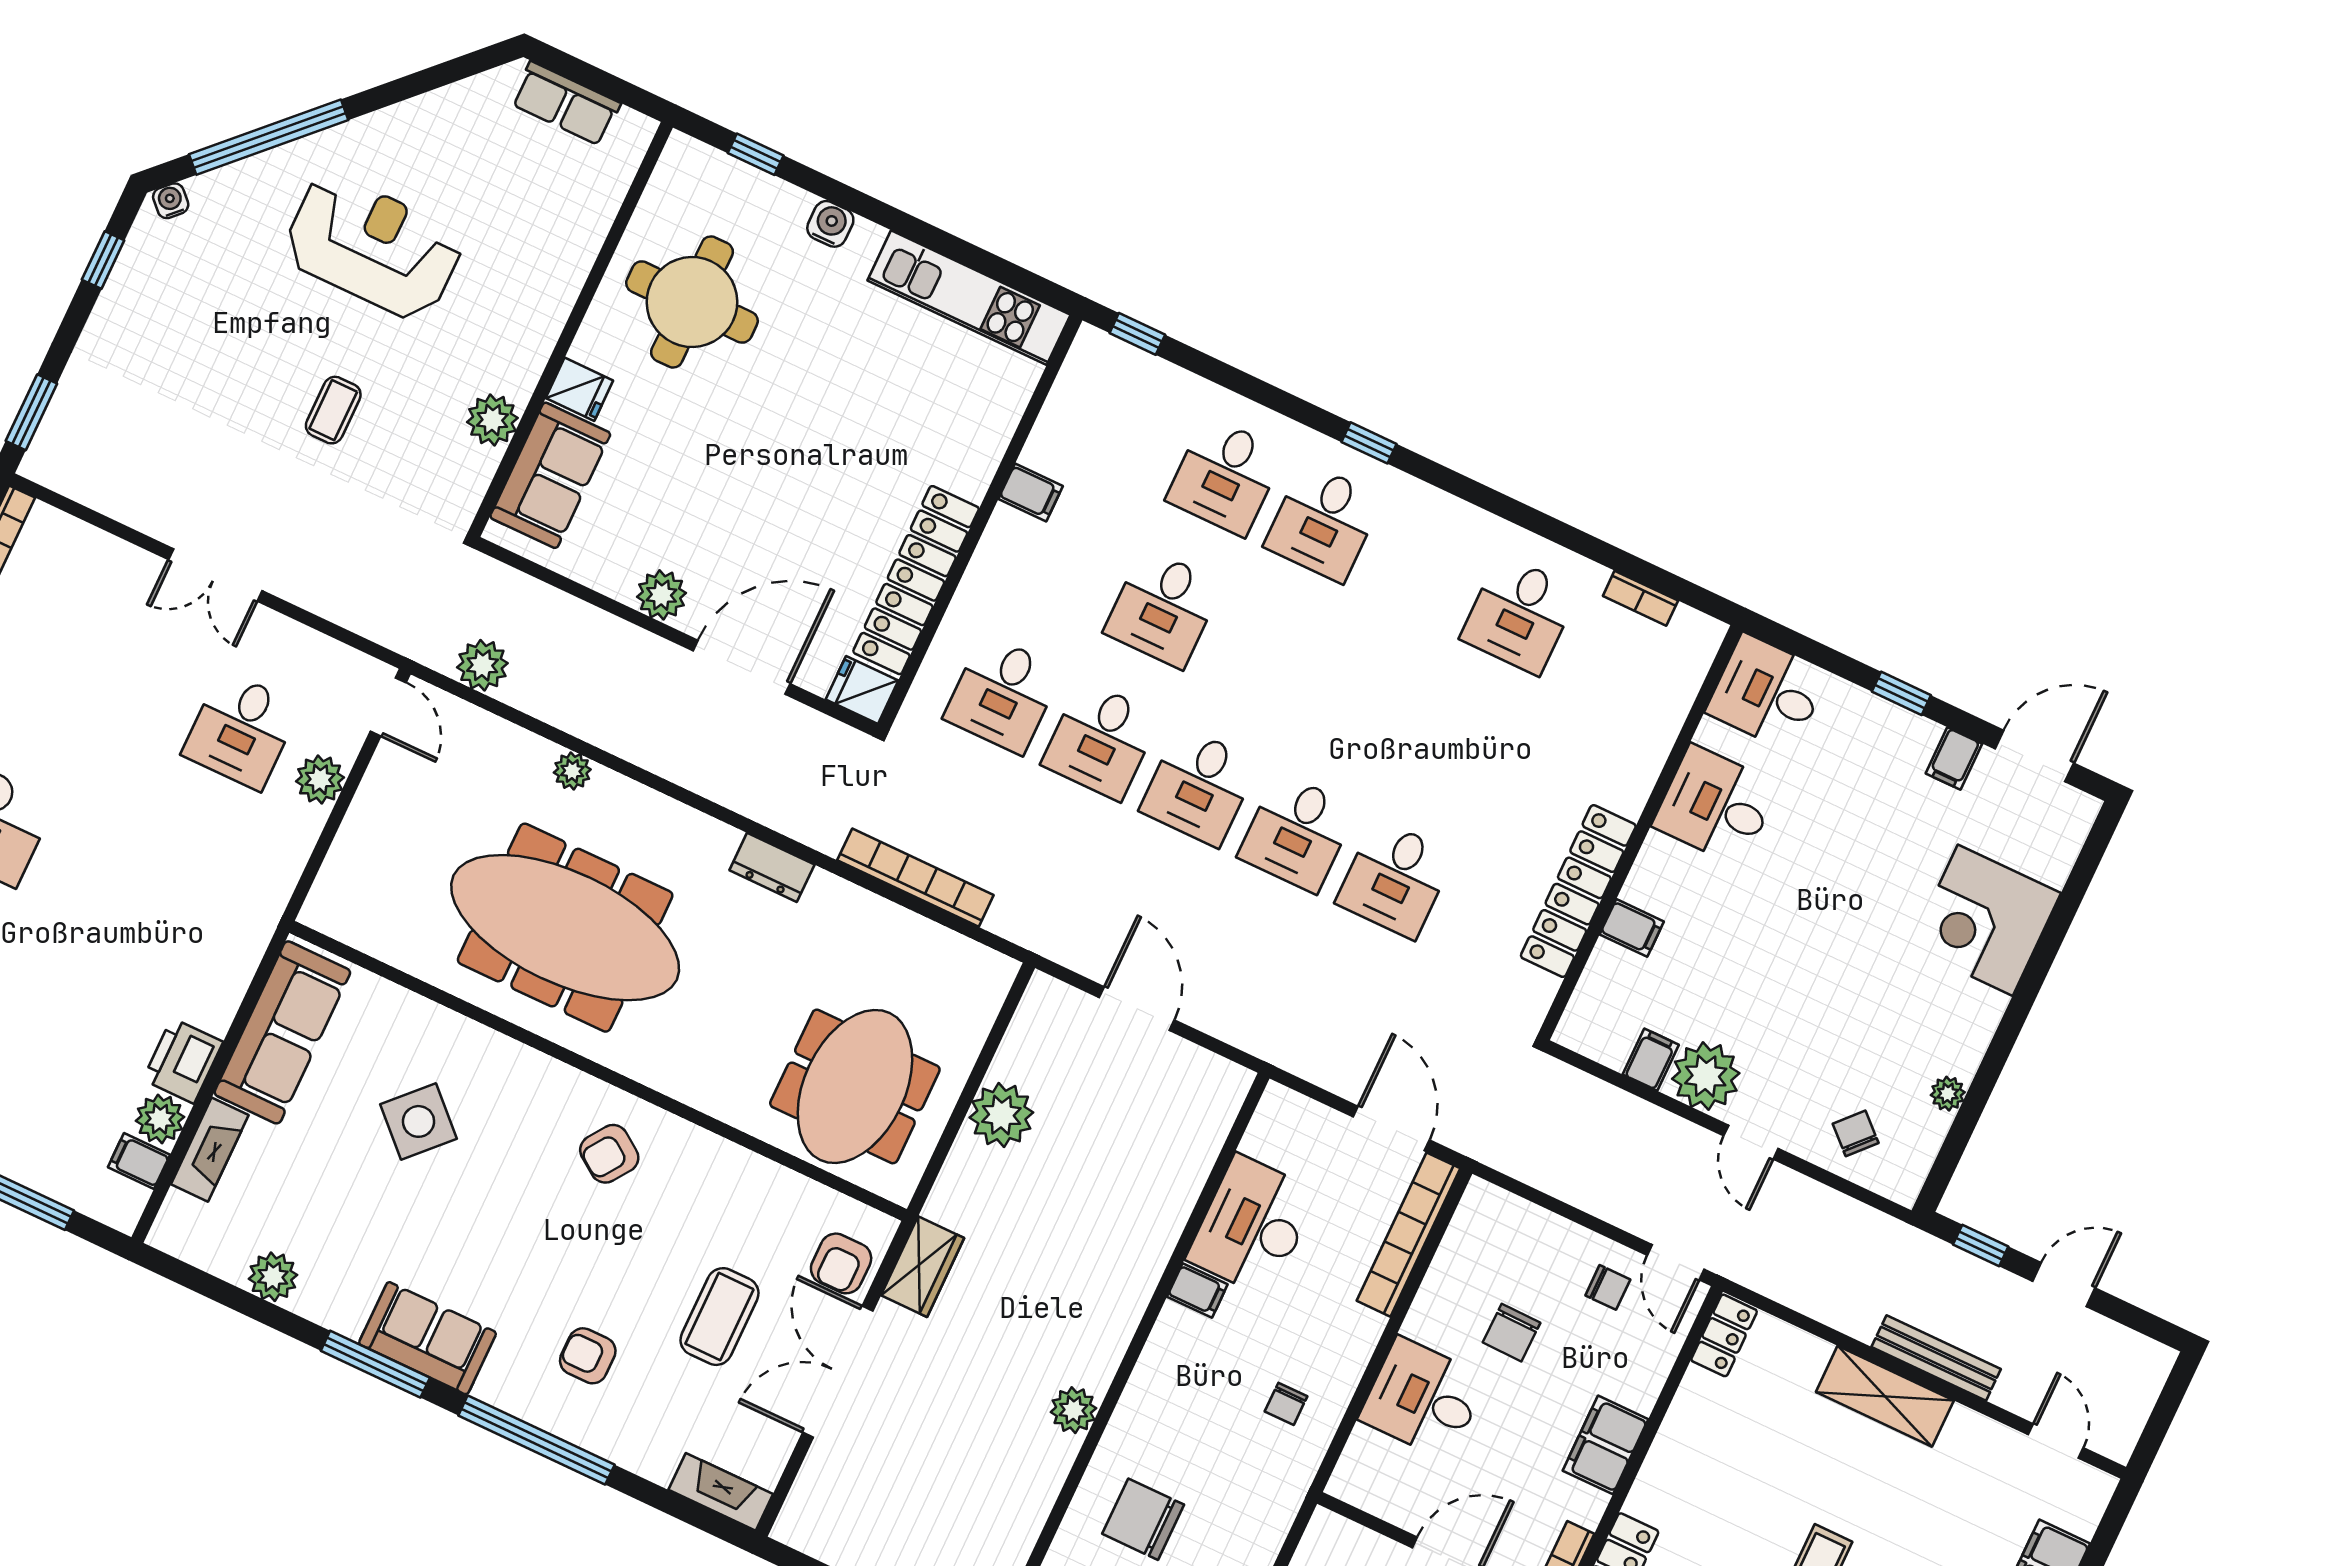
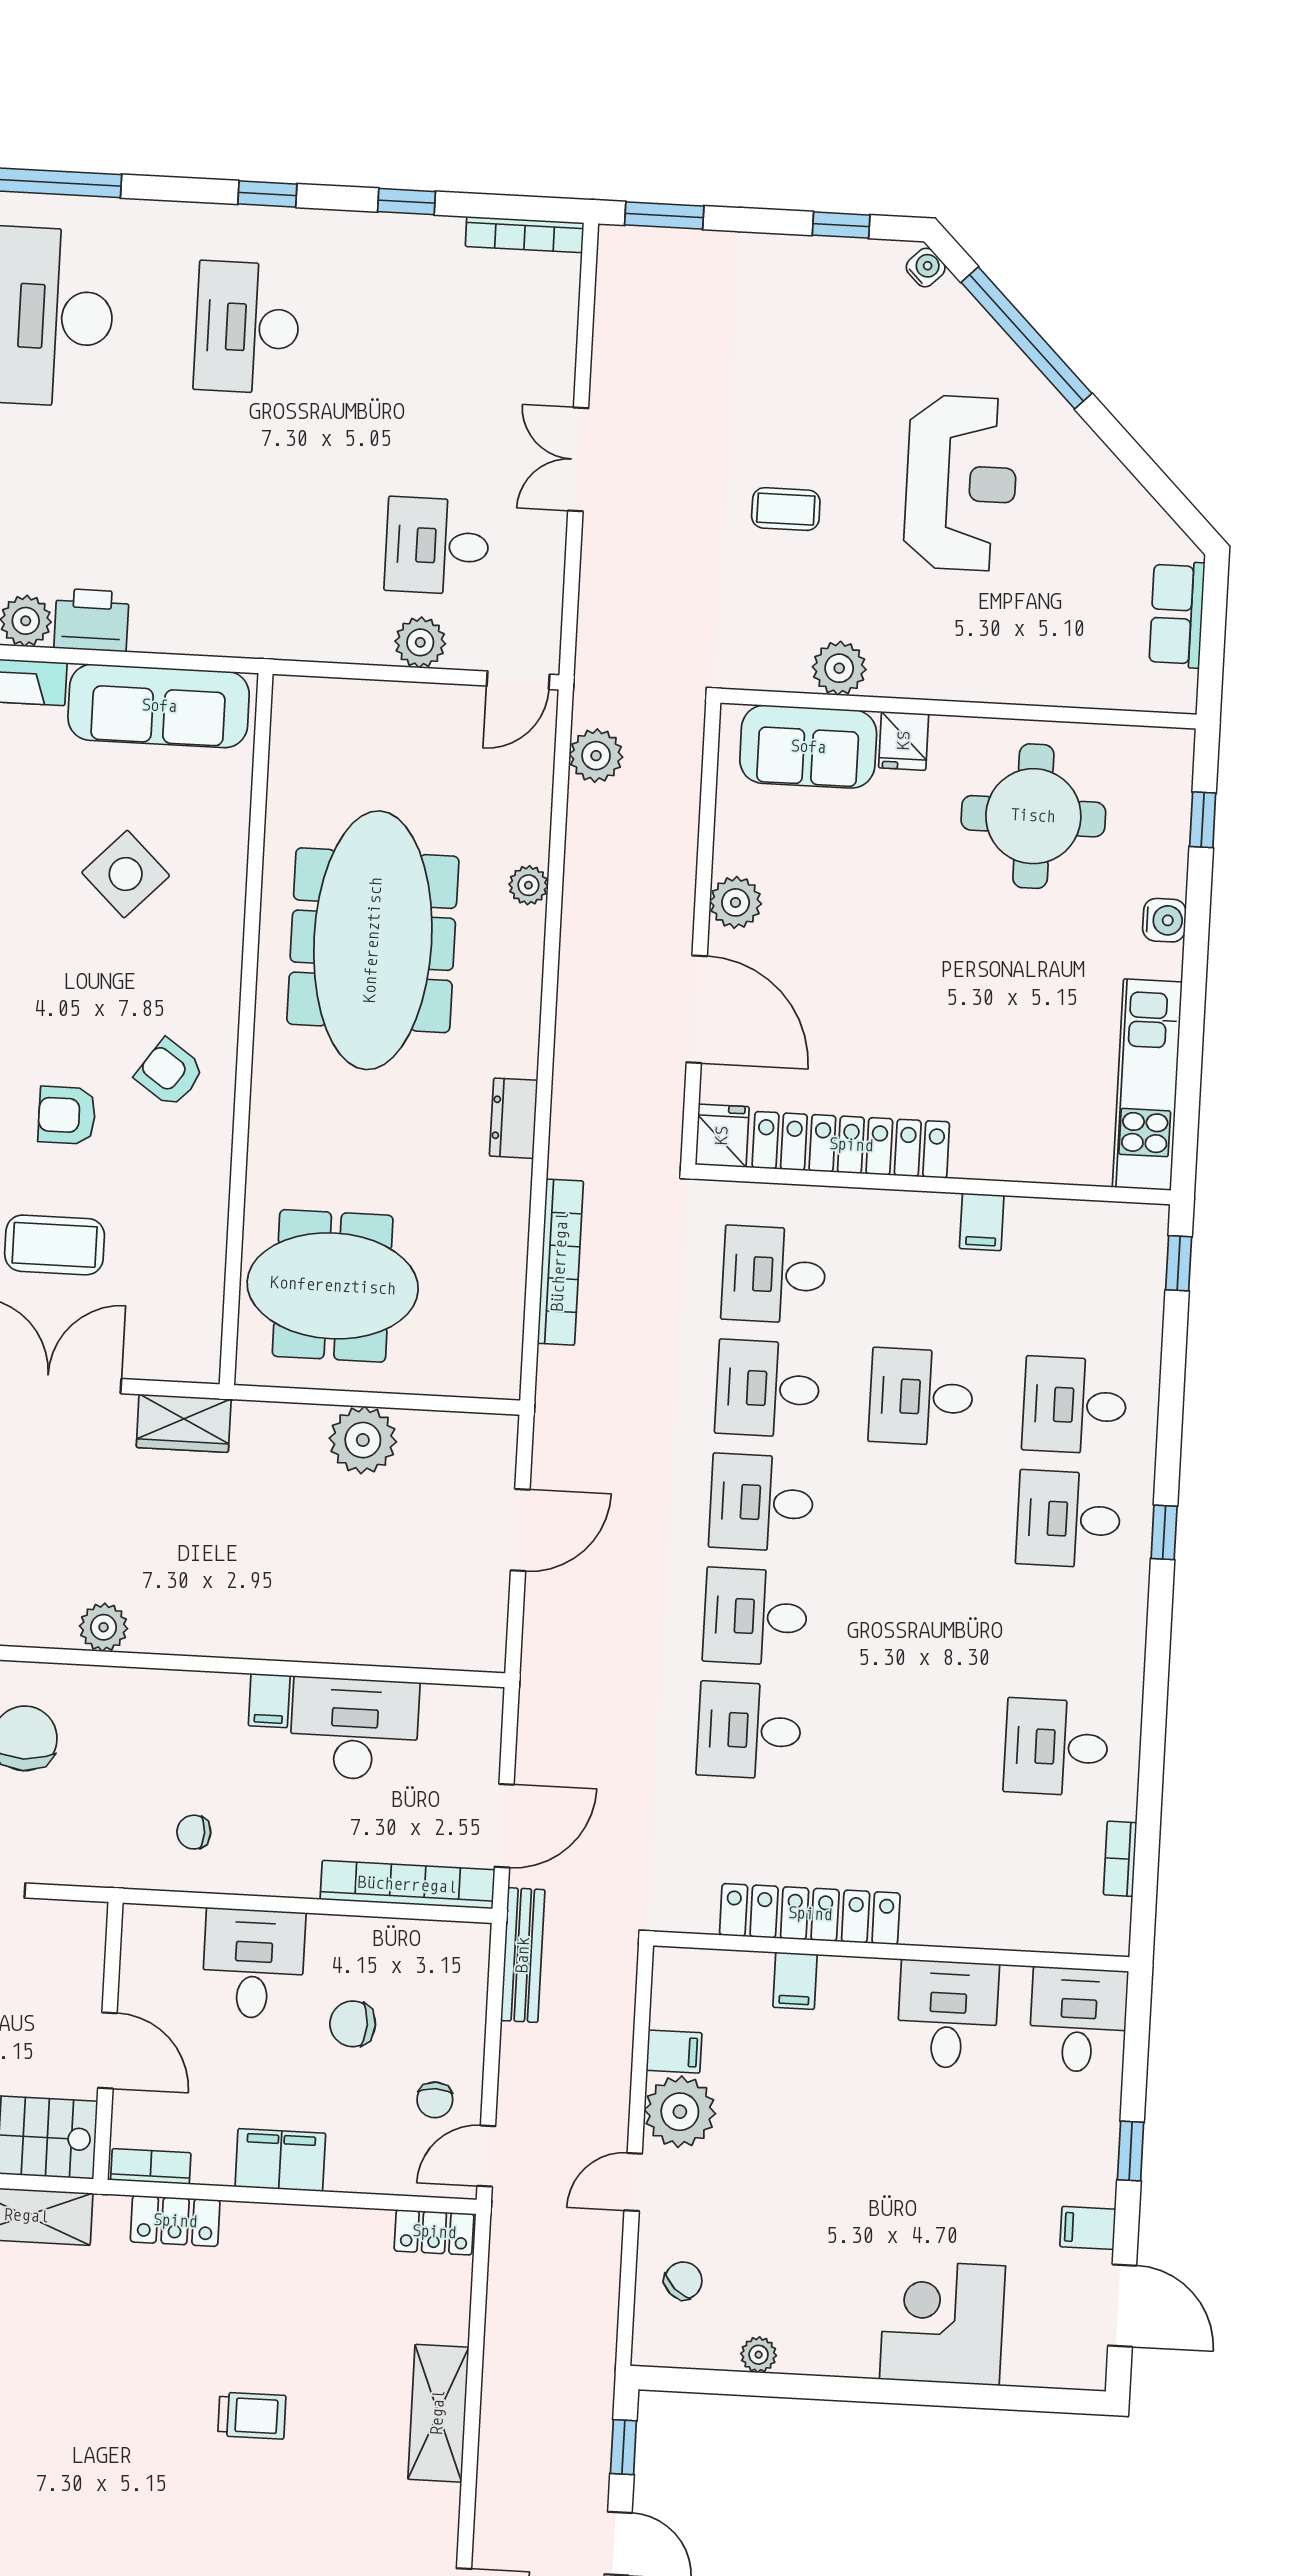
armchair: (841, 1263) -> (67, 1115), moved
bench: (1936, 1358) -> (523, 1955), moved

